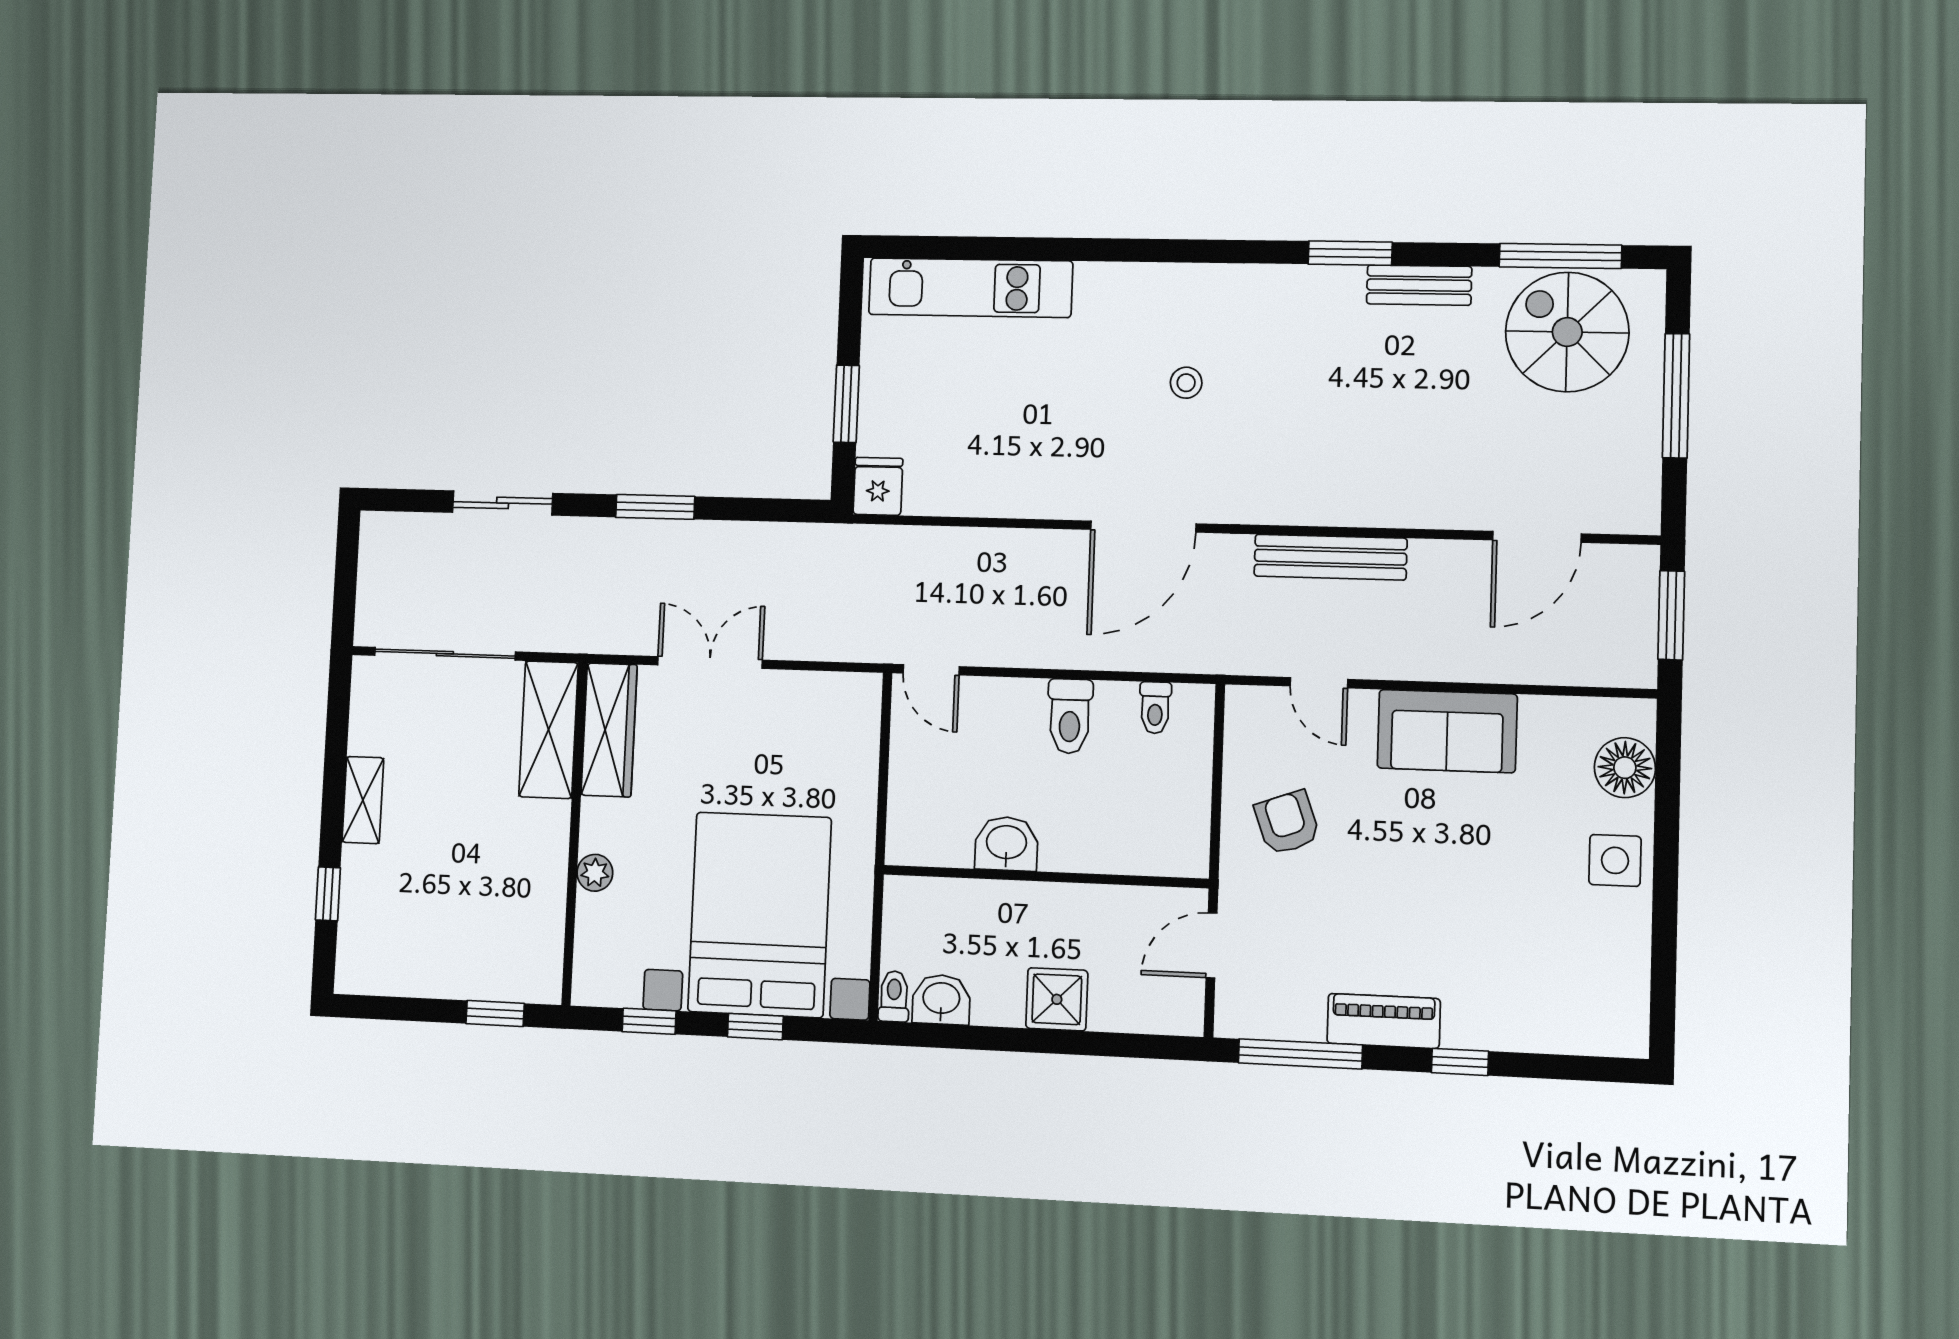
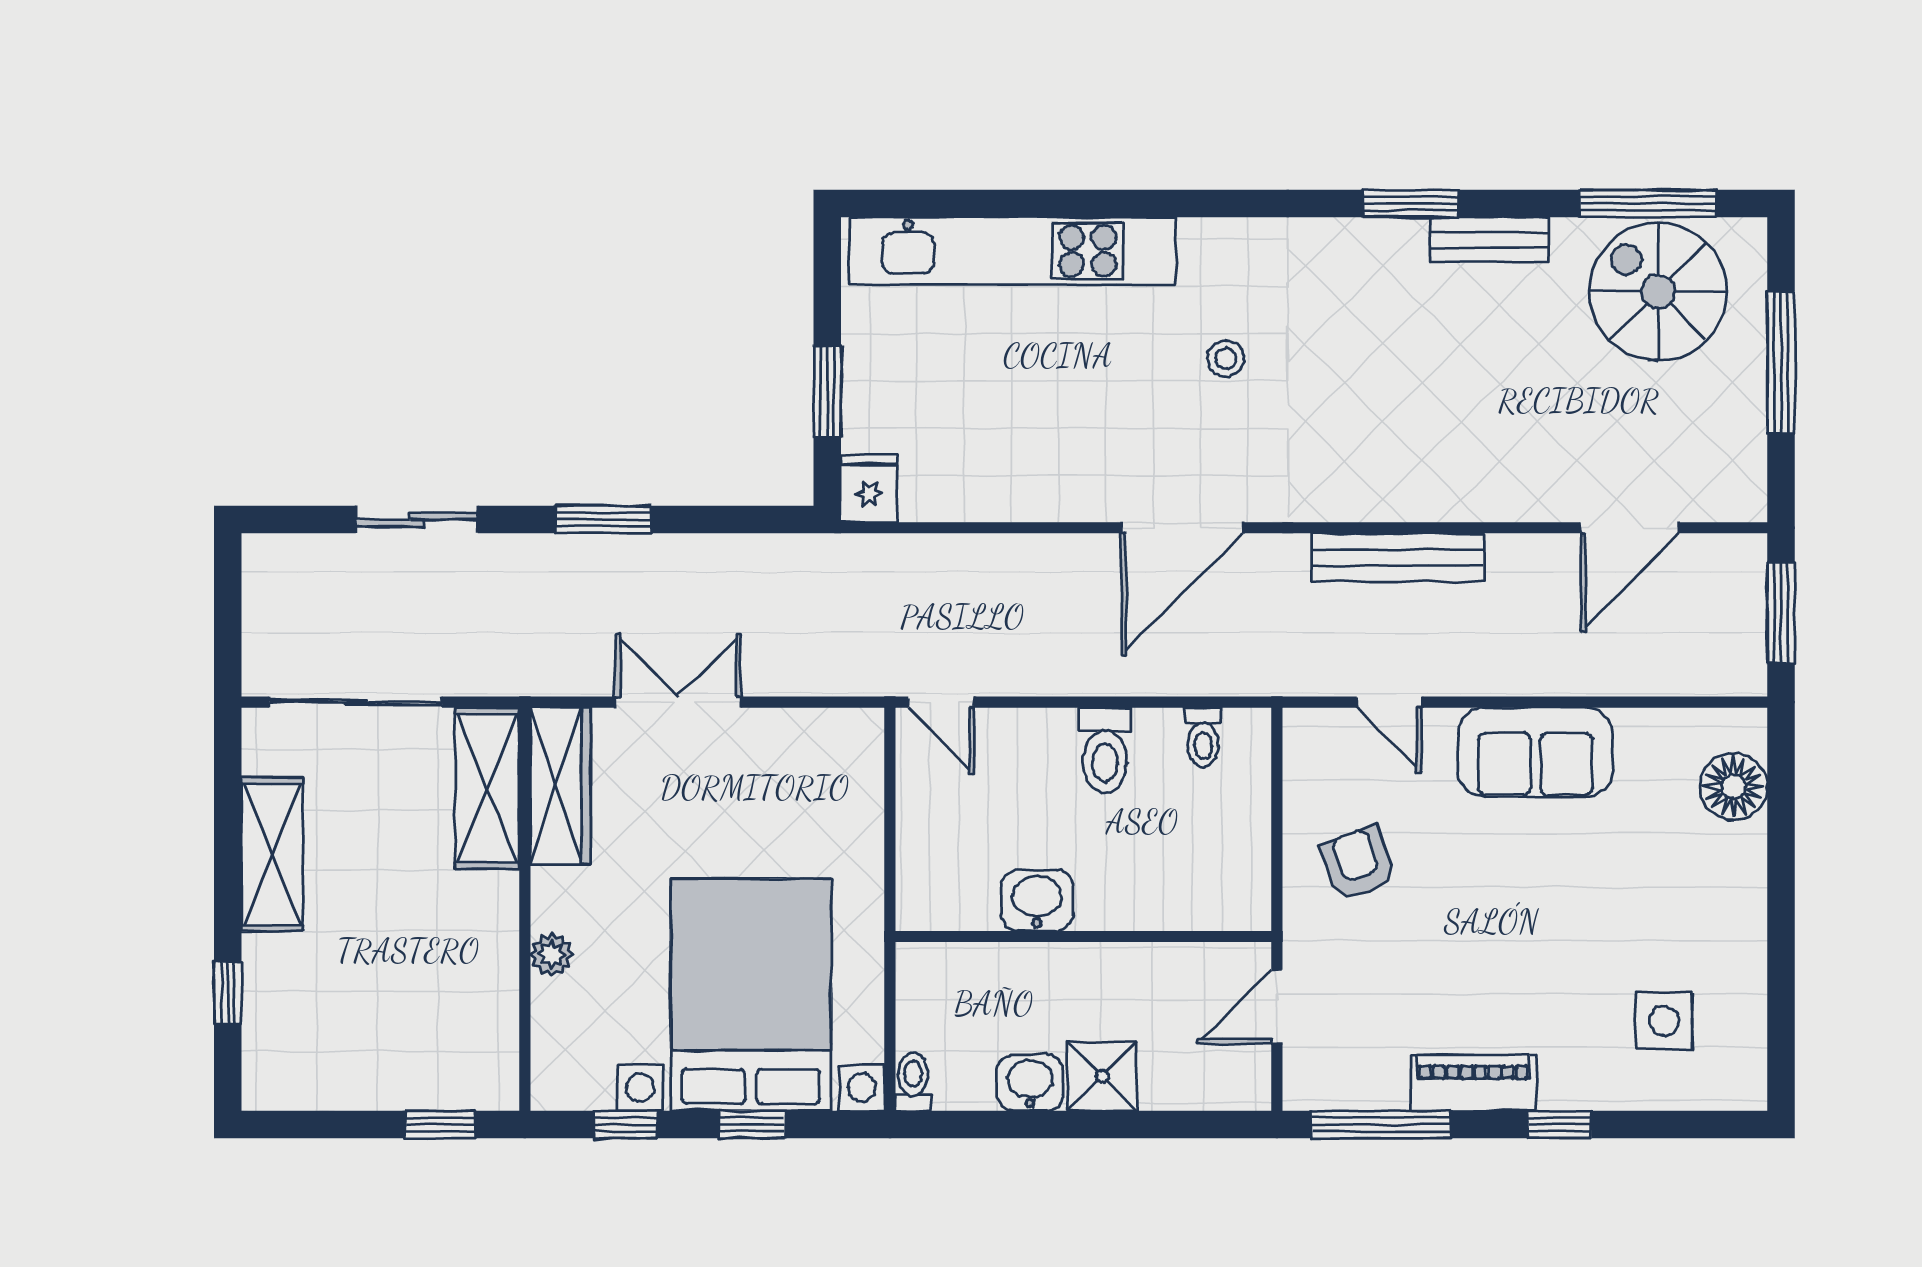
kitchen unit: (970, 288) -> (1013, 251), width x1.36
shelving: (363, 800) -> (272, 854), width x1.50, depth x1.33
side table: (1615, 860) -> (1664, 1021), moved
washbasin: (941, 1000) -> (1030, 1083), moved

